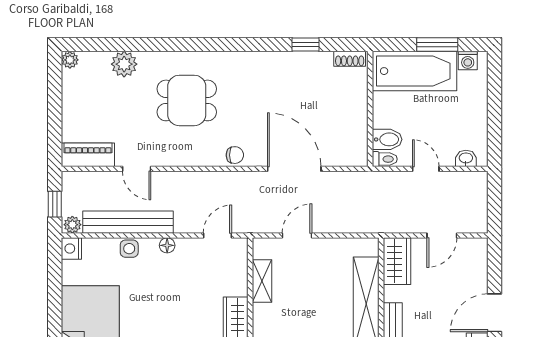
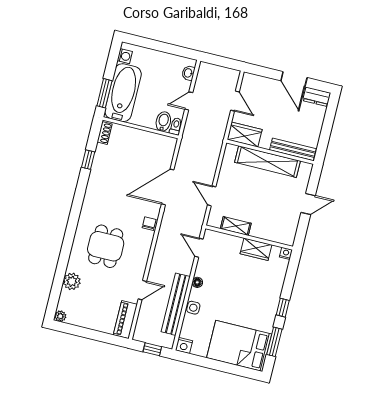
window: (437, 45) -> (104, 93), moved
plant: (72, 225) -> (168, 341), removed

